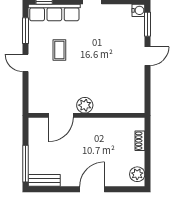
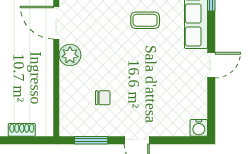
window: (148, 24) -> (91, 140), moved
chair: (116, 81) -> (103, 98), added

